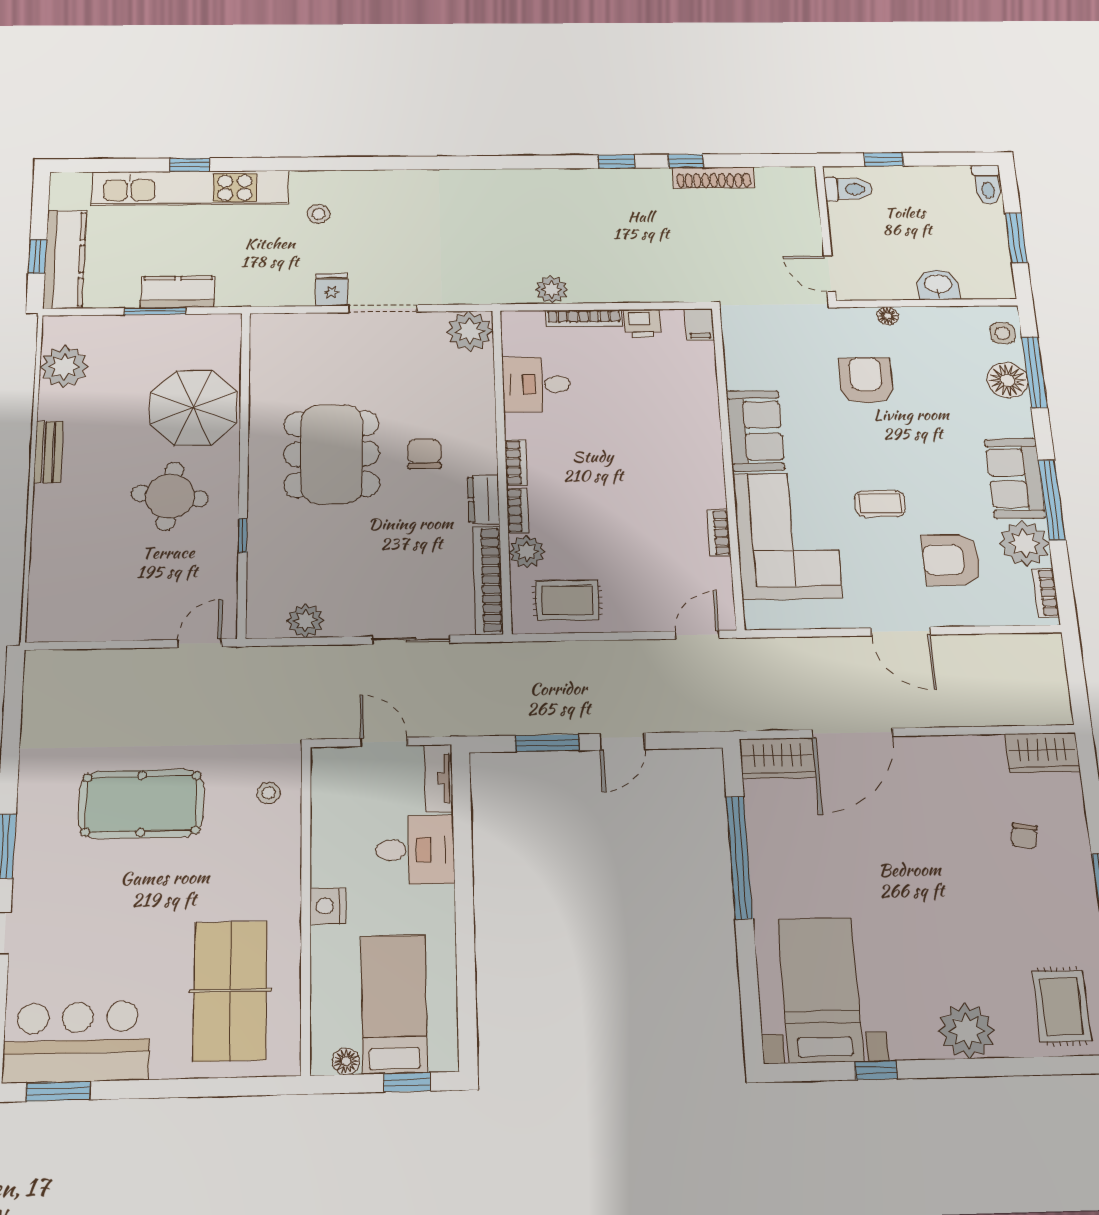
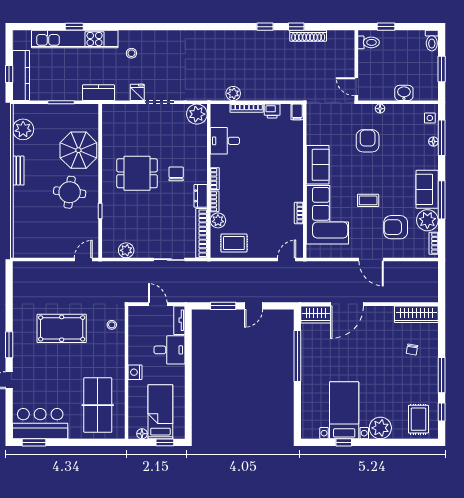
kitchen counter: (178, 292) -> (98, 93), moved
floor lamp: (1007, 380) -> (433, 142), width x0.53, depth x0.53
dining table: (332, 454) -> (137, 173), width x0.73
wardrobe: (1042, 753) -> (416, 314), width x1.50
bed with nightstands: (820, 990) -> (344, 410), moved

